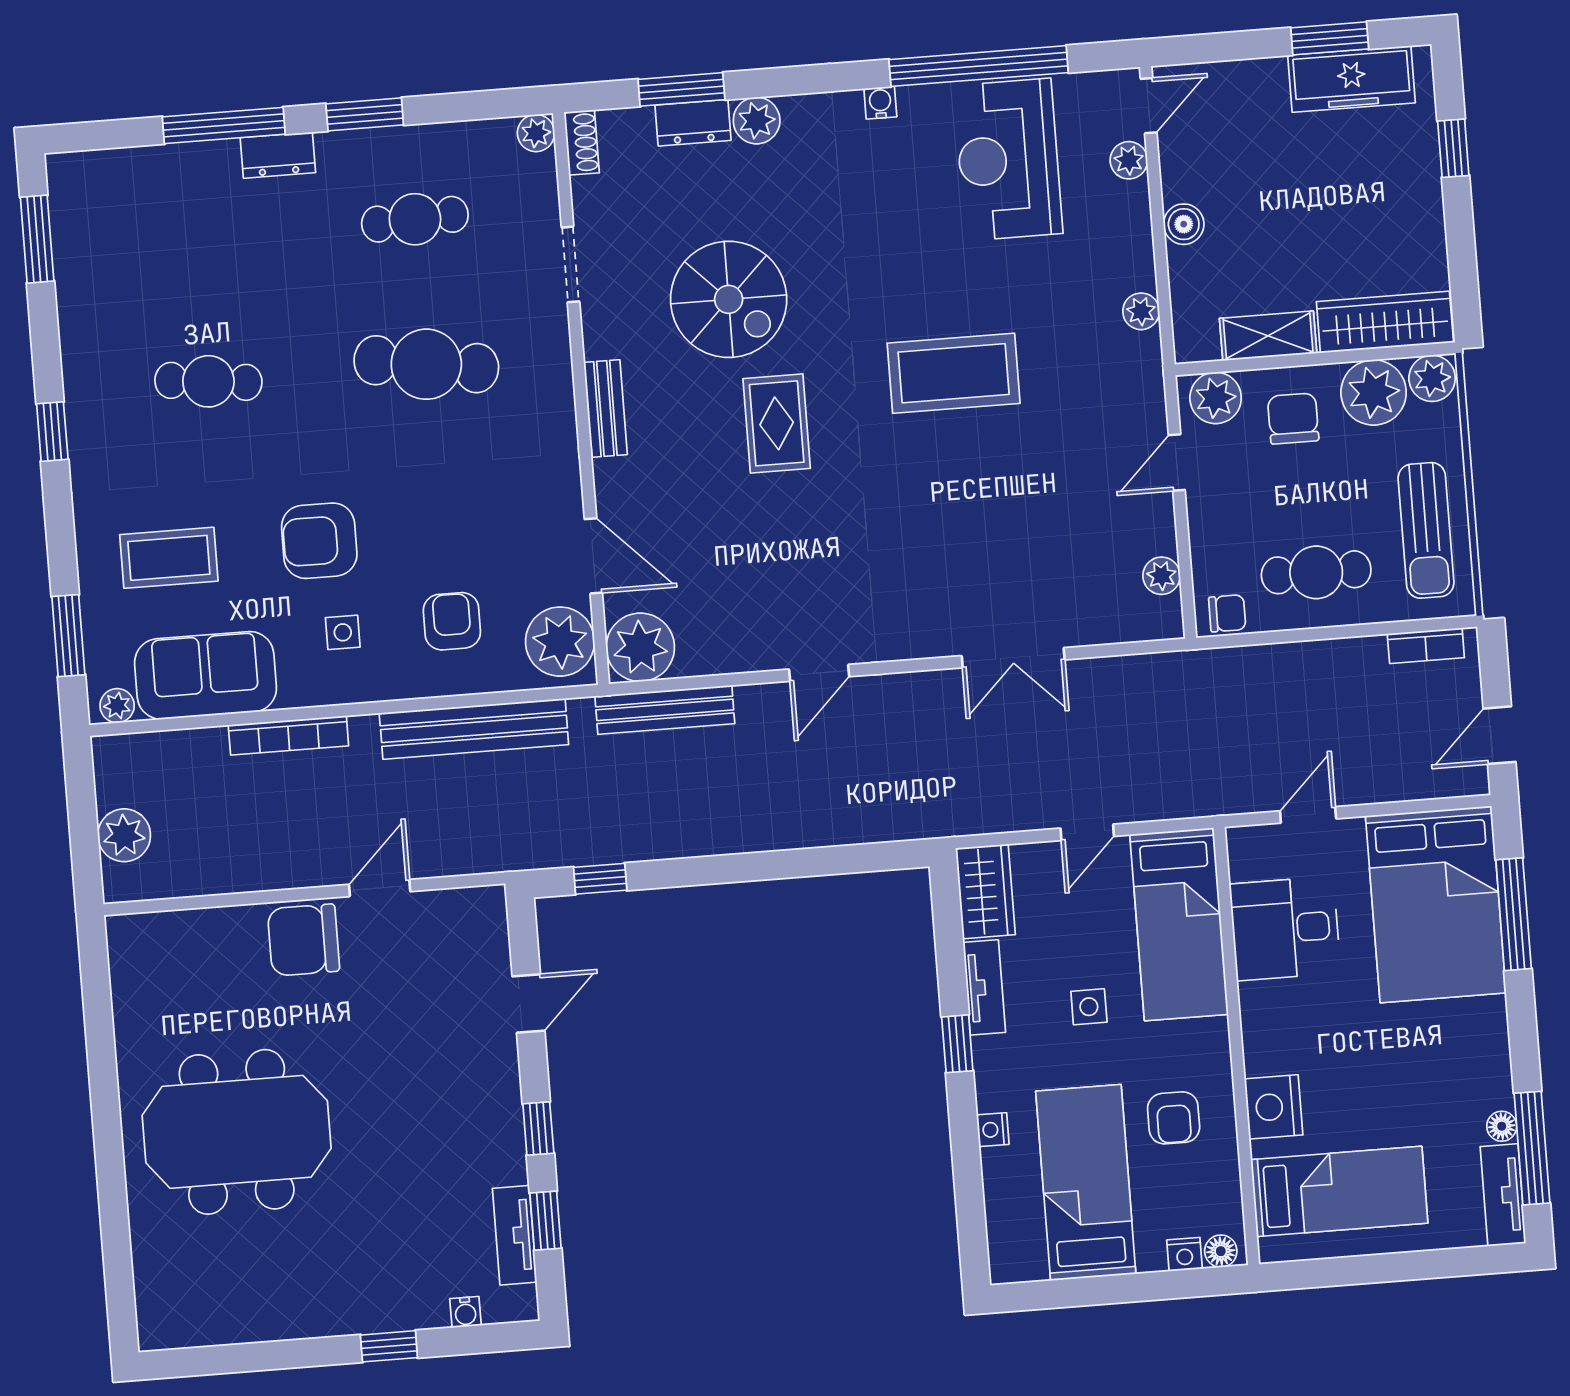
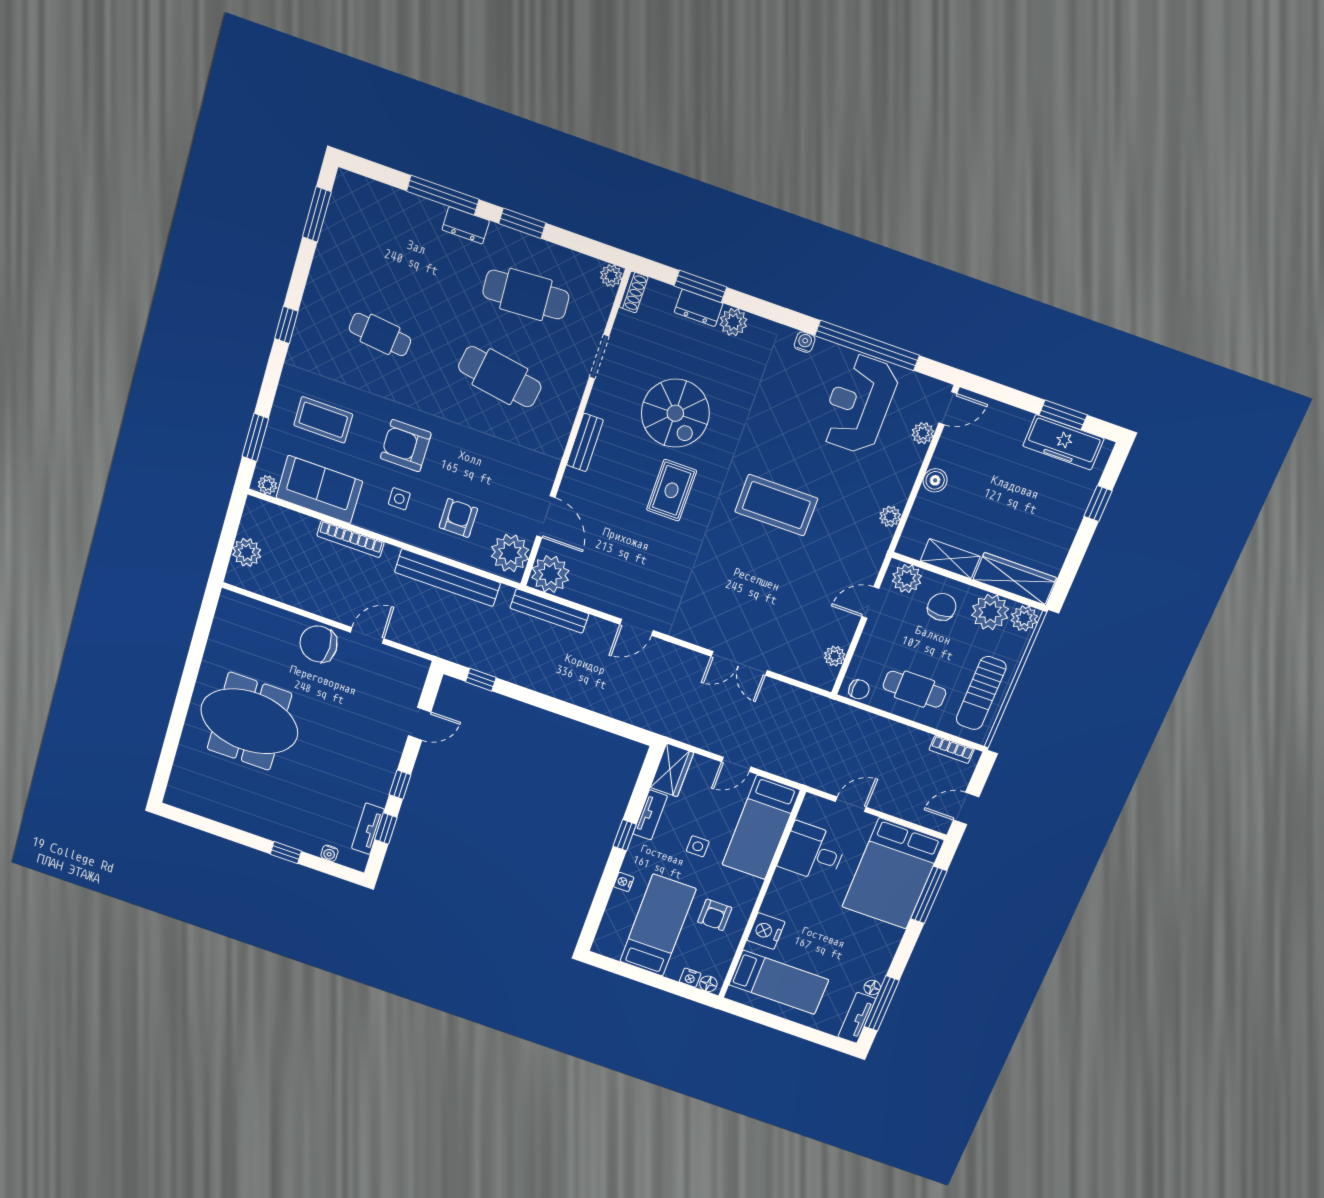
cafe table: (415, 219) -> (526, 295), width x1.37, depth x1.35

